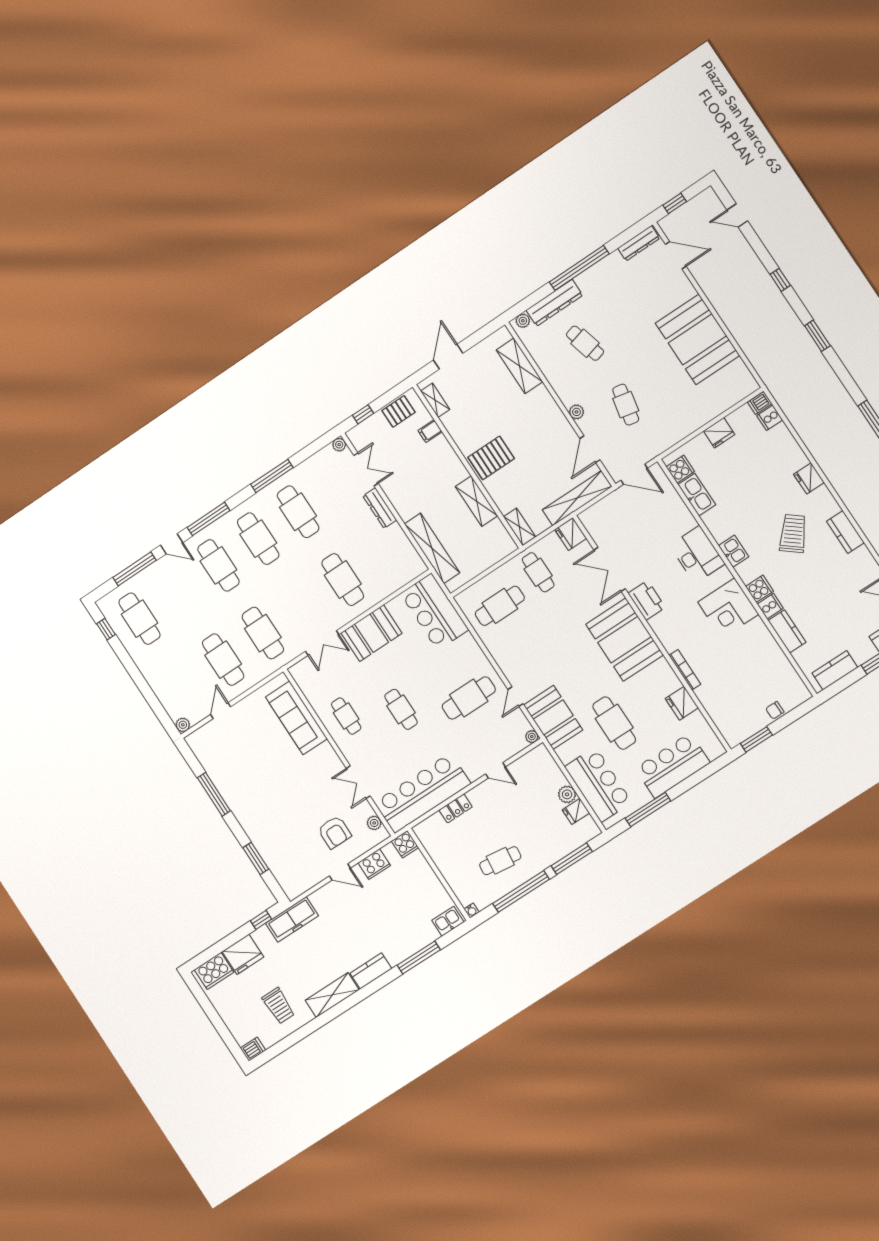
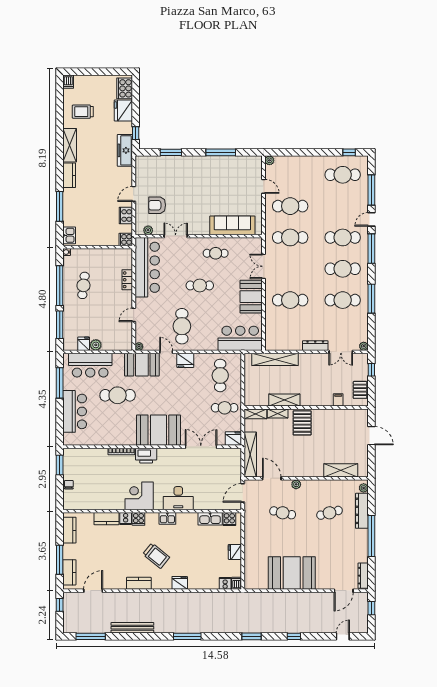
shelving: (435, 400) -> (278, 413), moved
printer: (647, 600) -> (146, 456), moved
fridge: (682, 703) -> (185, 360), moved, turned 180

